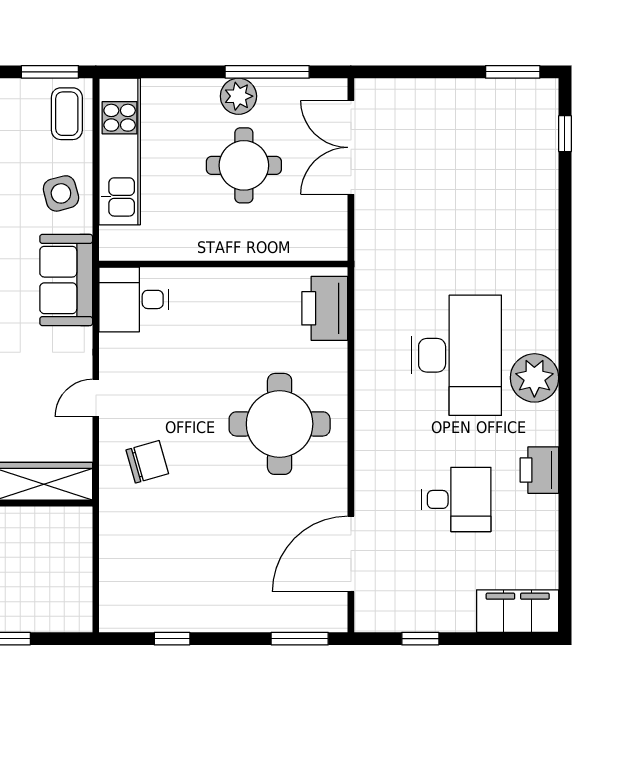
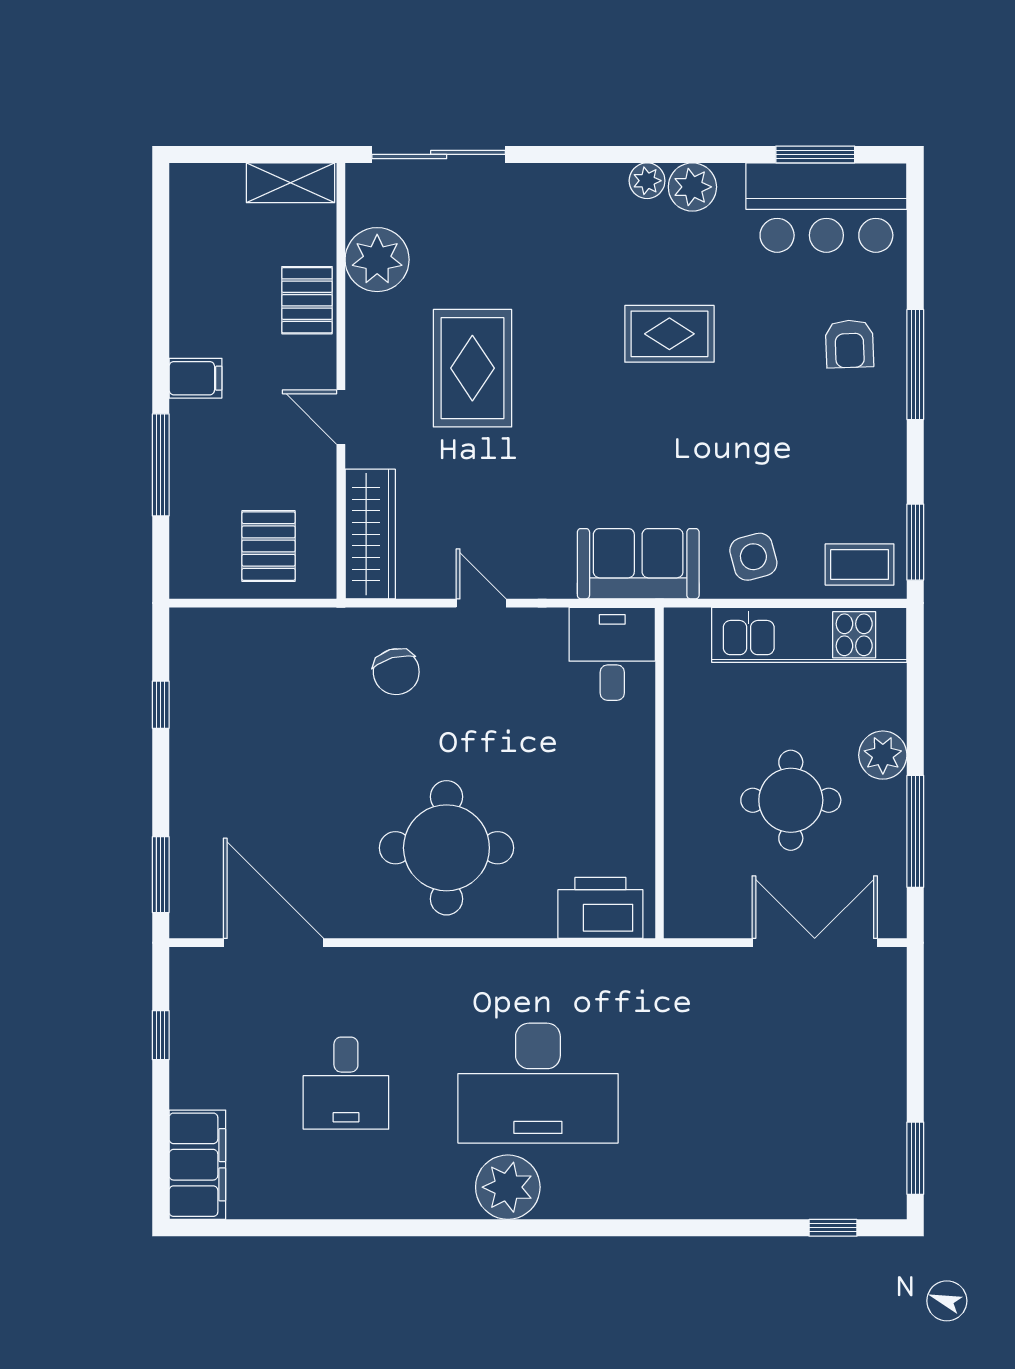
plant: (238, 96) -> (883, 755), moved
printer: (539, 470) -> (385, 1194), removed
pallet: (53, 558) -> (269, 546), added

